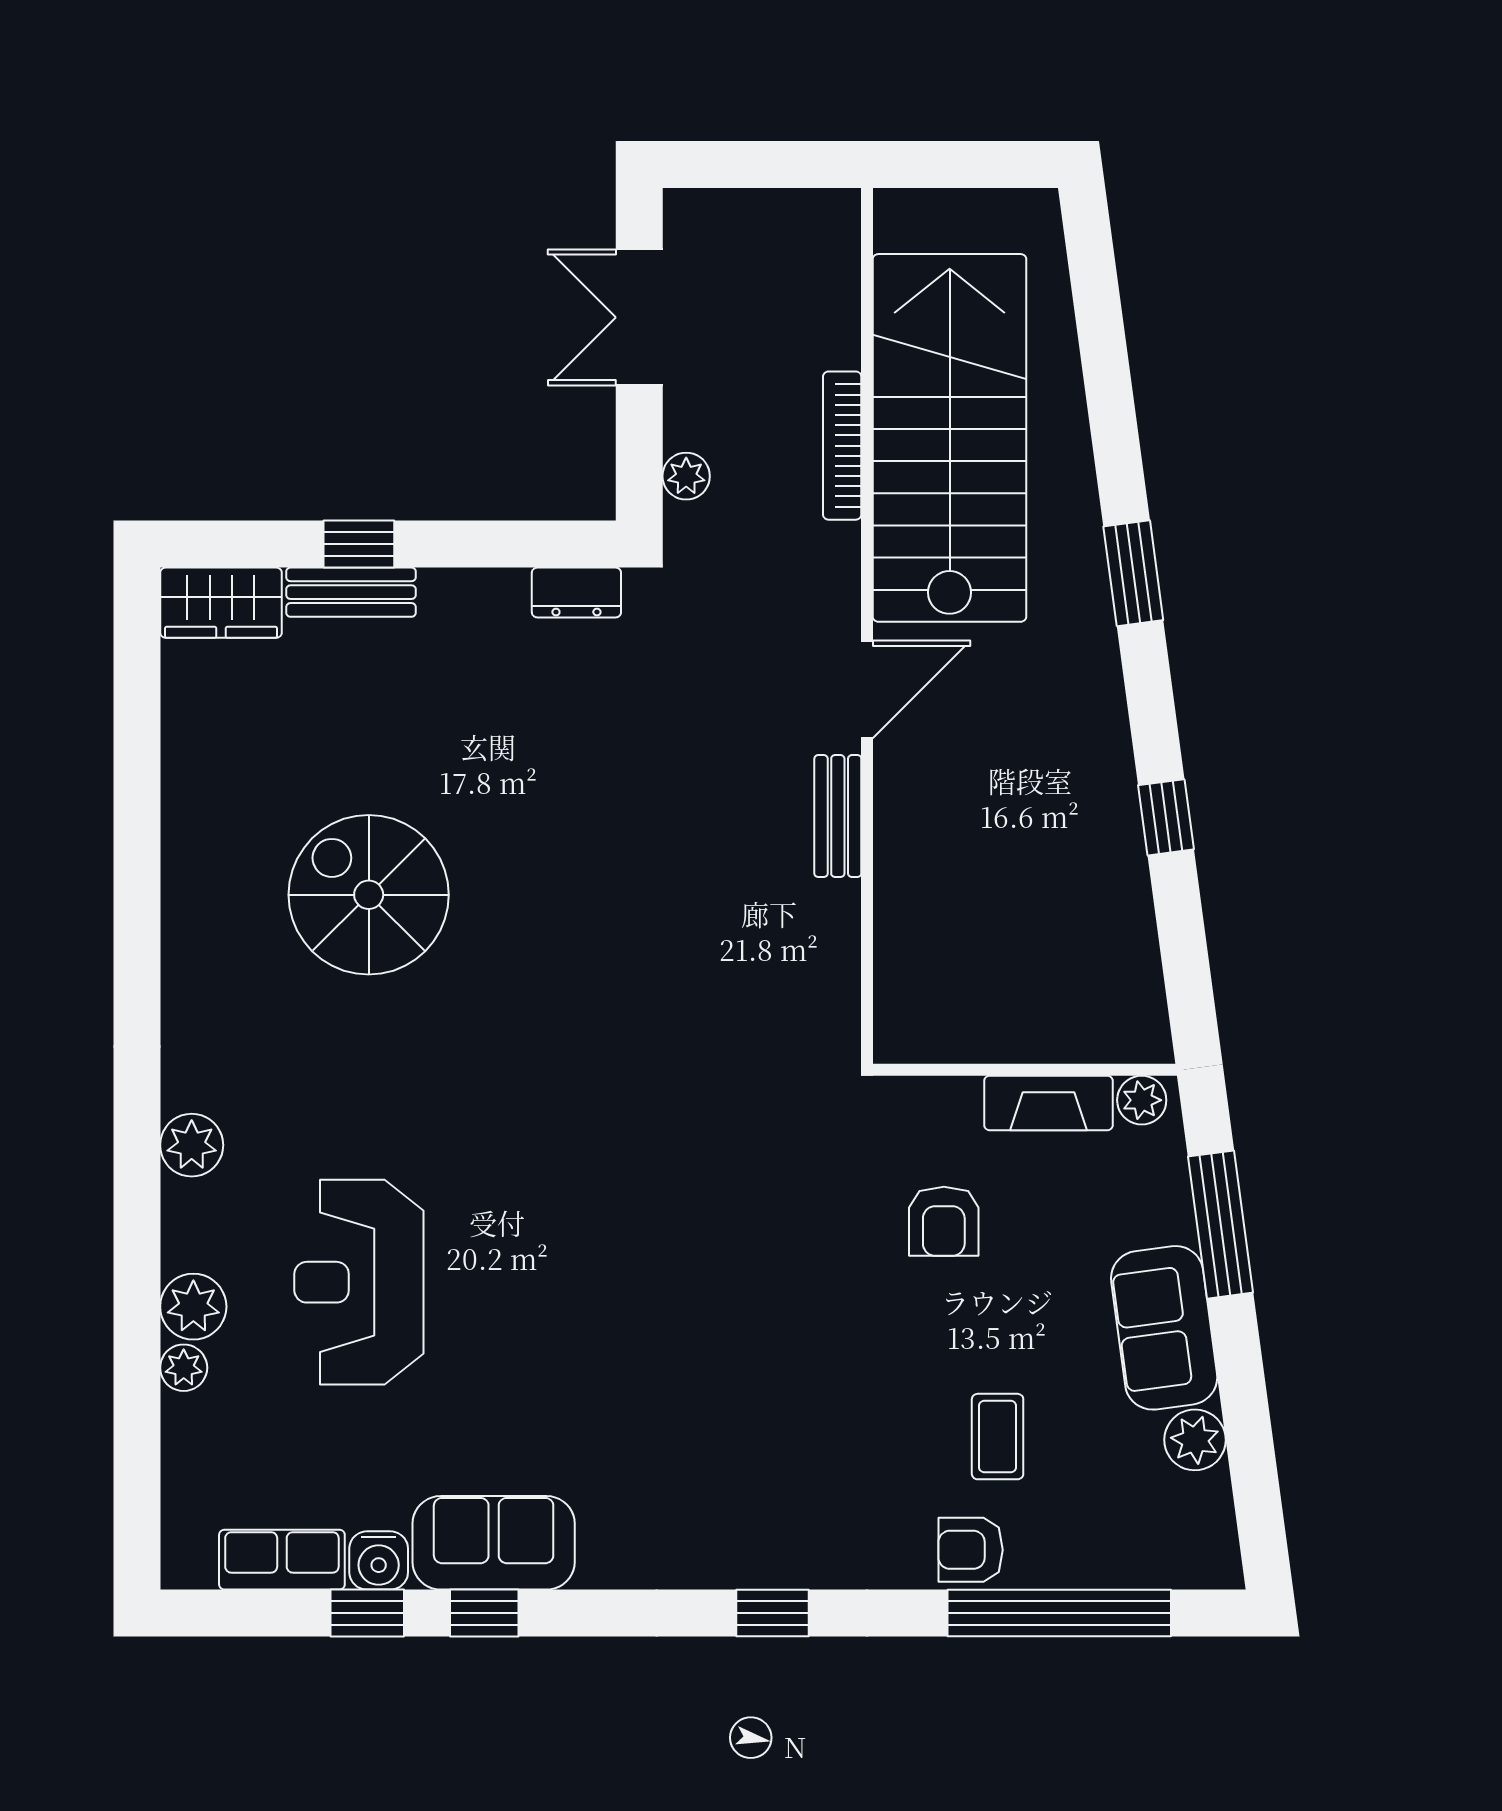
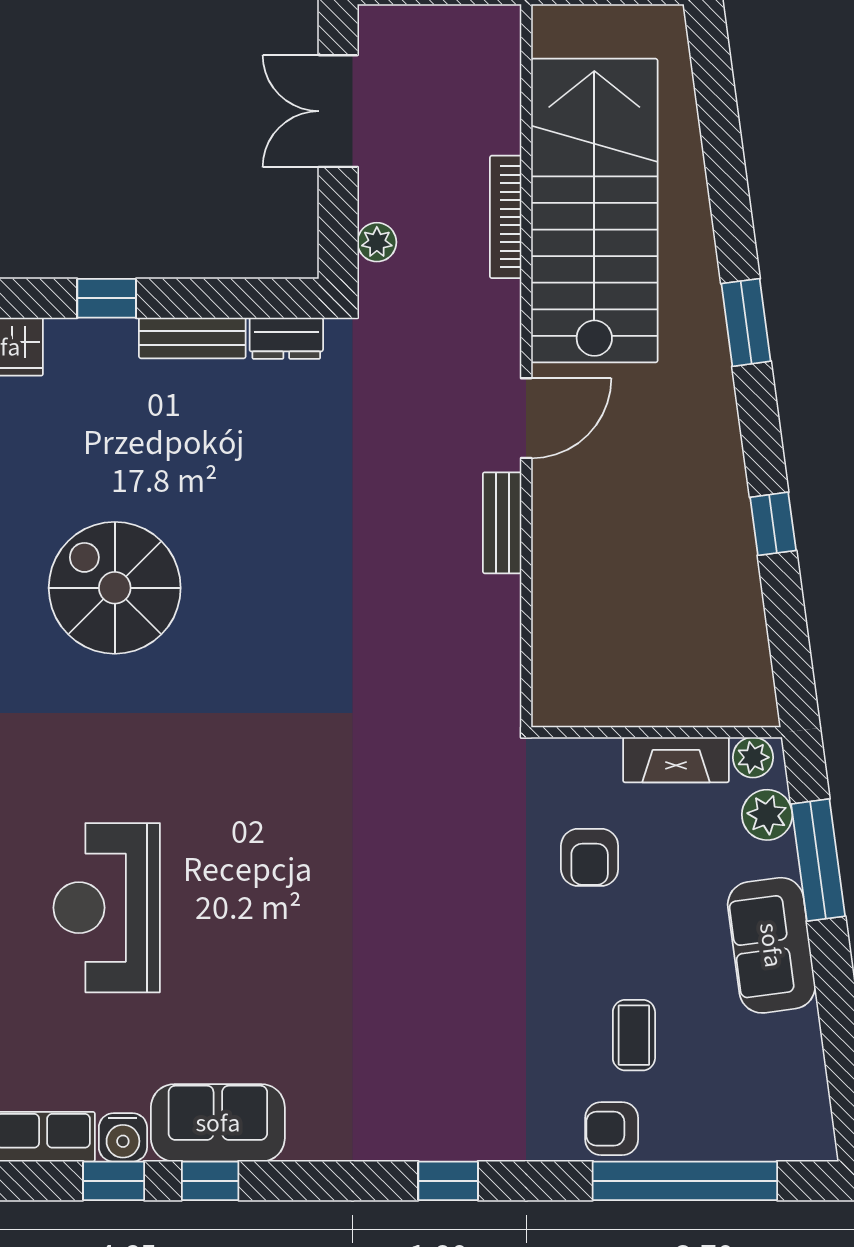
bench: (351, 592) -> (192, 338), moved
plant: (1195, 1440) -> (767, 815), moved

